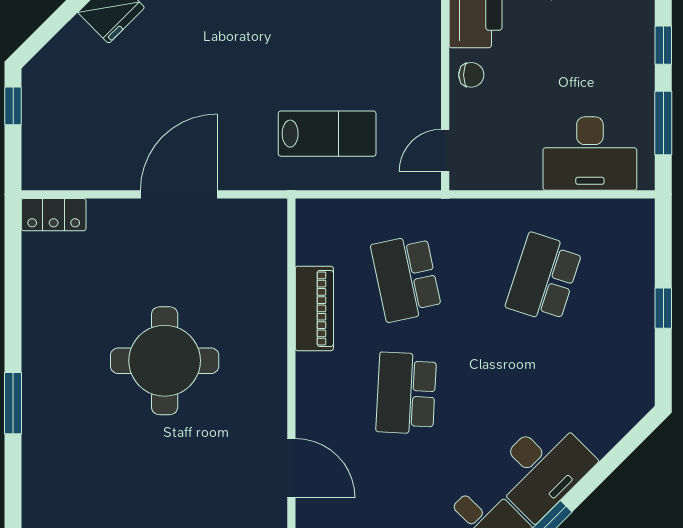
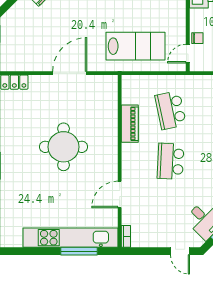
chair: (471, 75) -> (197, 38), moved
lab bench: (327, 134) -> (136, 46), width x1.36, depth x1.39
door: (291, 468) -> (120, 194), swing flipped

